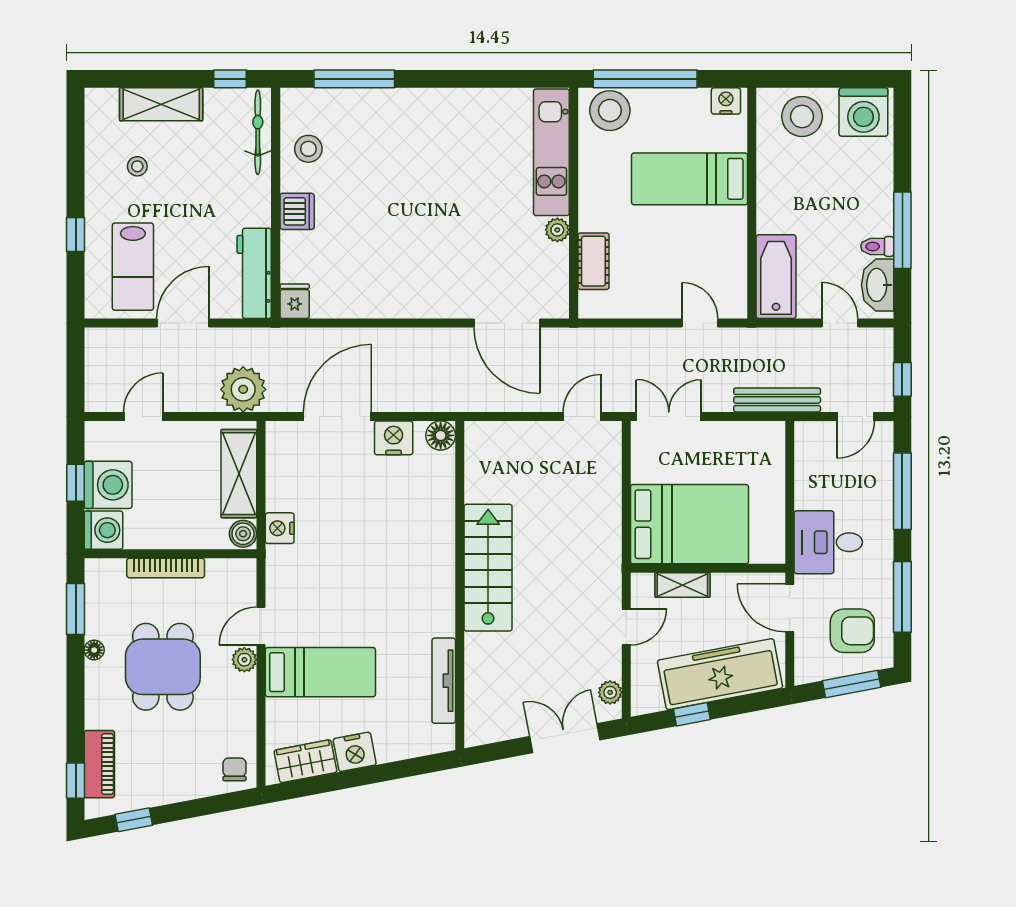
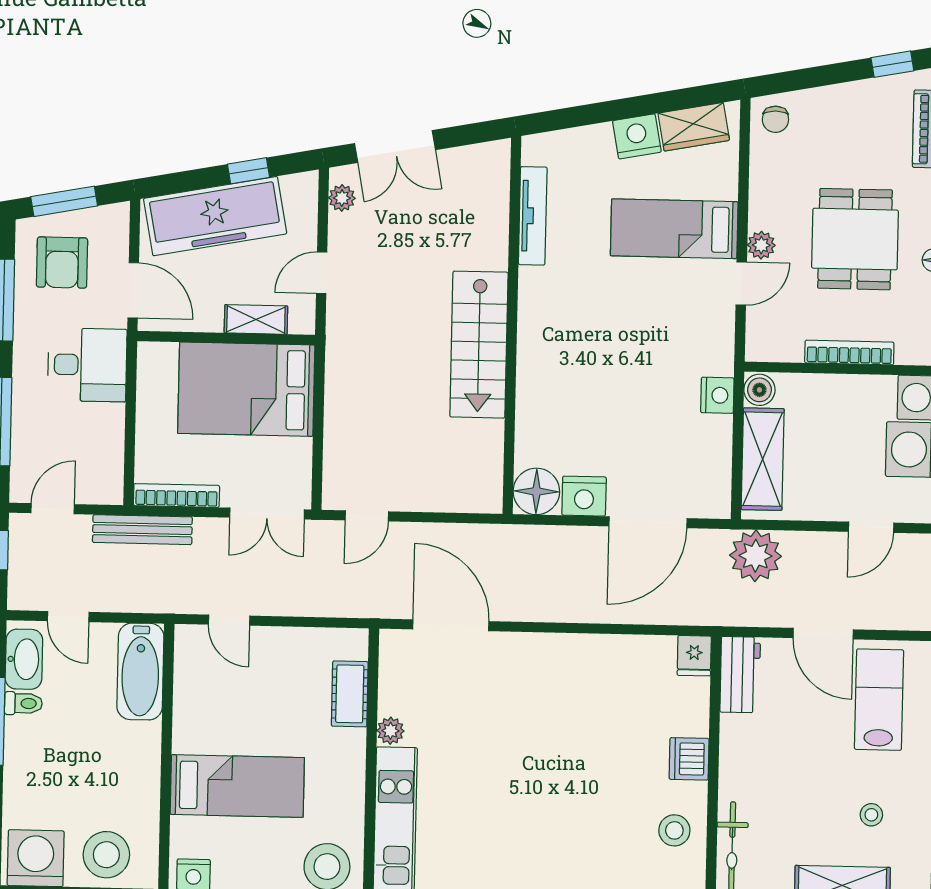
workbench: (254, 273) -> (740, 675), width x0.73
door: (183, 323) -> (823, 634), hinge flipped
bookcase: (748, 430) -> (176, 495), added
floor lamp: (441, 435) -> (536, 491), width x1.38, depth x1.38
armchair: (852, 631) -> (62, 262), turned -90

